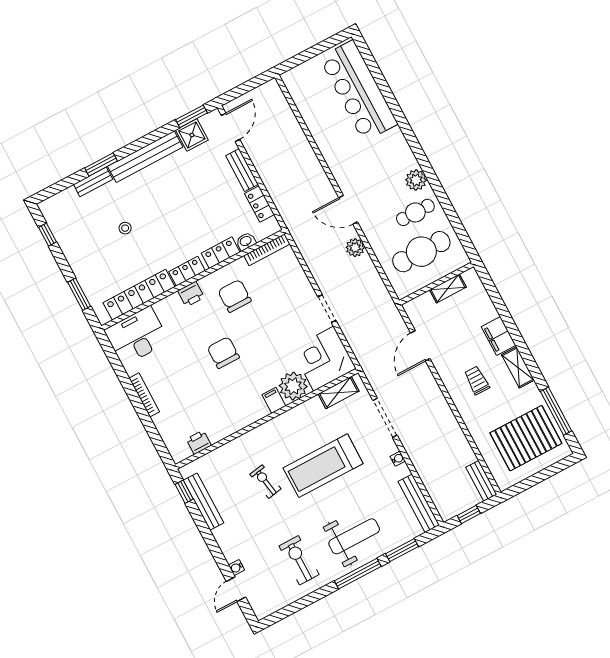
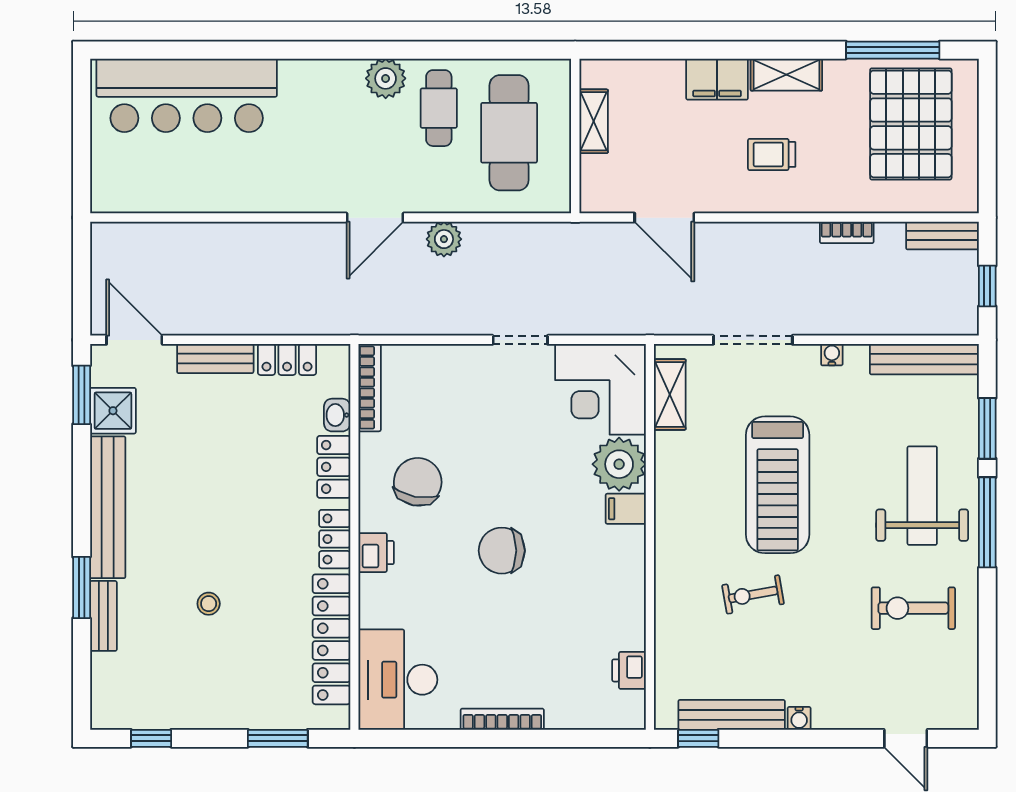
chair: (235, 296) -> (418, 482), turned 101
bookcase: (459, 435) -> (847, 232), added
water cooler: (236, 568) -> (799, 718), moved

